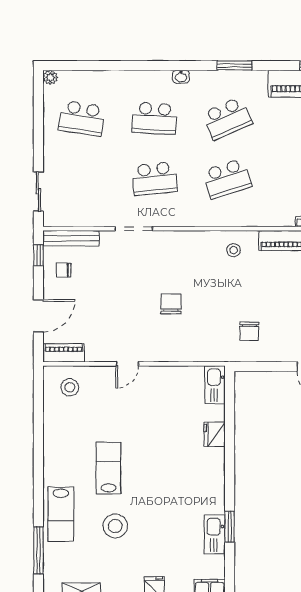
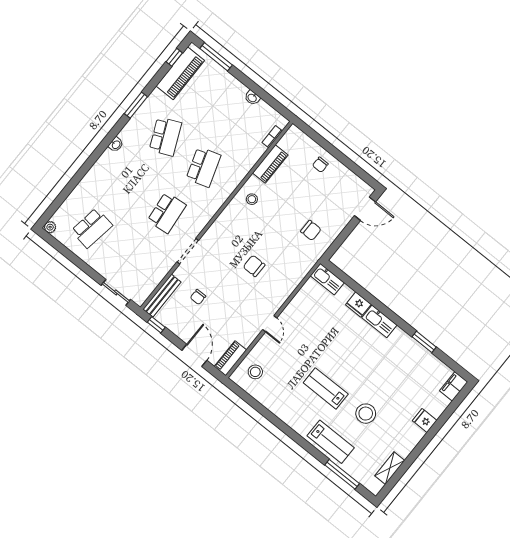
school desk: (154, 118) -> (129, 182), removed
chair: (64, 270) -> (198, 297), moved
kitchen sink: (215, 534) -> (379, 321), moved

